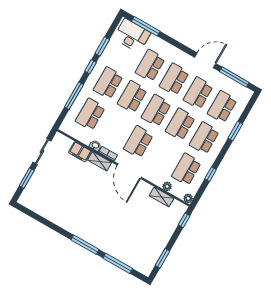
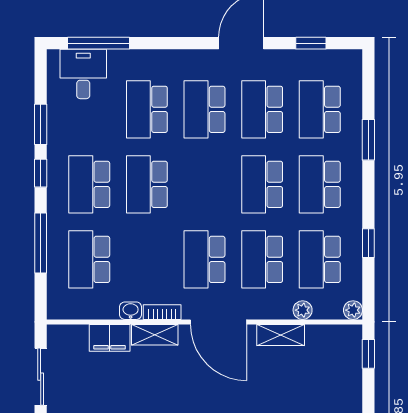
desk: (132, 36) -> (83, 74), width x0.73
window: (234, 77) -> (311, 43), width x0.46
school desk: (156, 110) -> (262, 259), moved
shelving: (162, 197) -> (281, 335), moved

